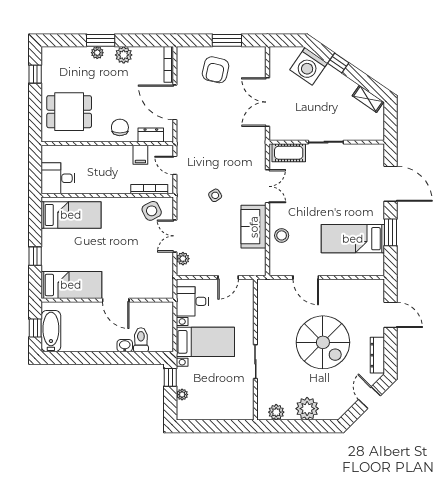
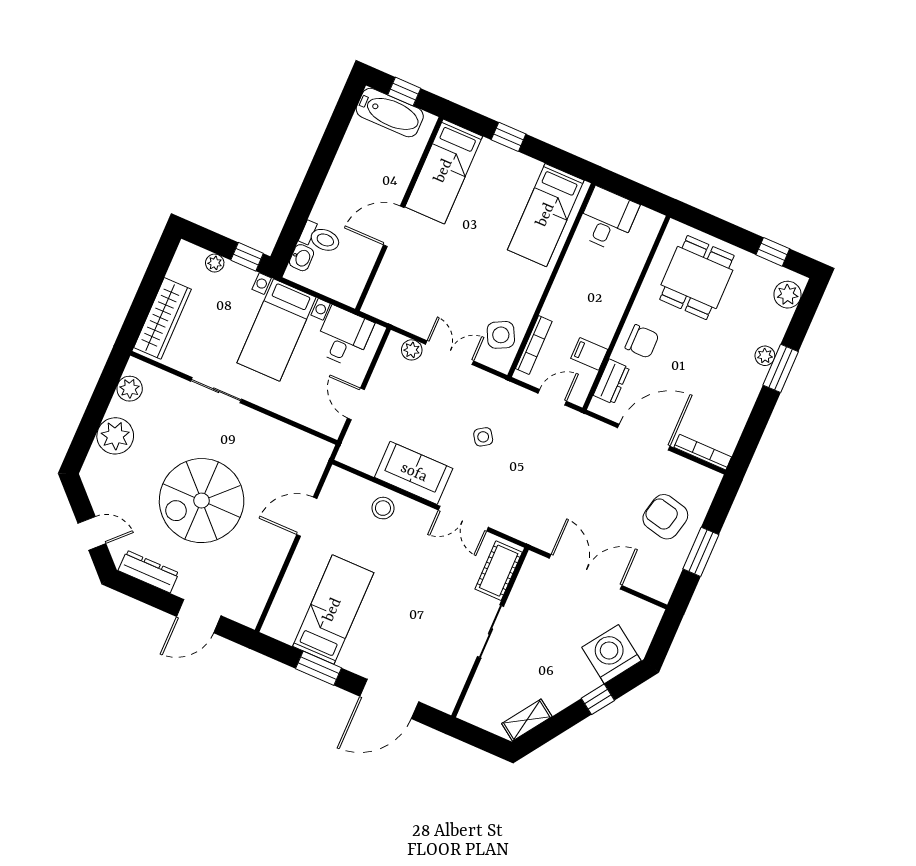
plant: (124, 55) -> (788, 295), moved
washbasin: (125, 346) -> (302, 258), moved
wardrobe: (227, 411) -> (163, 318), added

